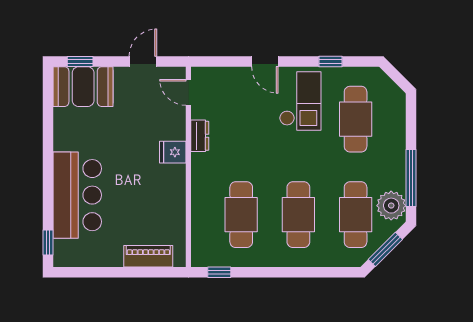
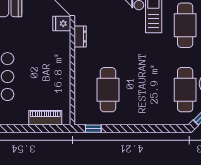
fridge: (173, 152) -> (62, 23), moved
cafe table: (298, 215) -> (147, 90), removed

